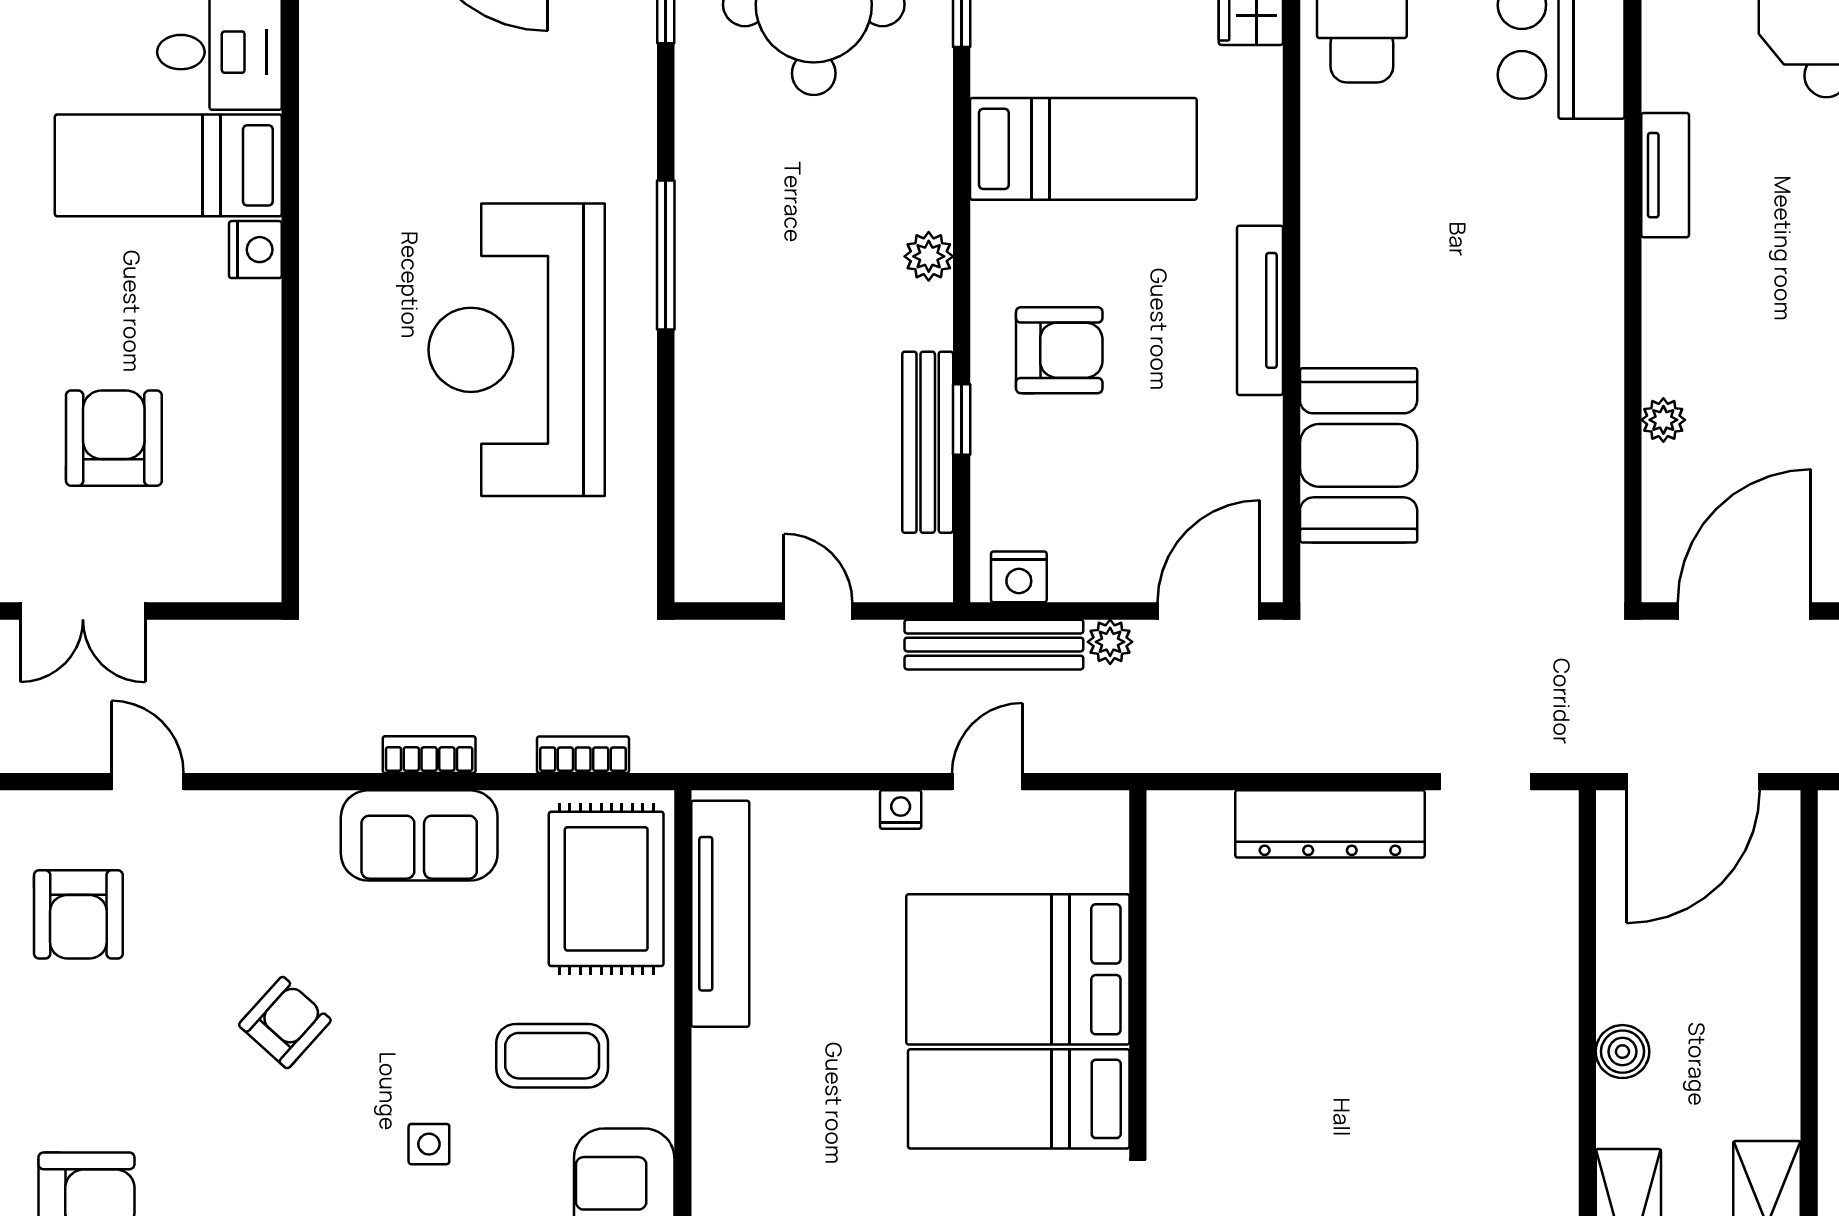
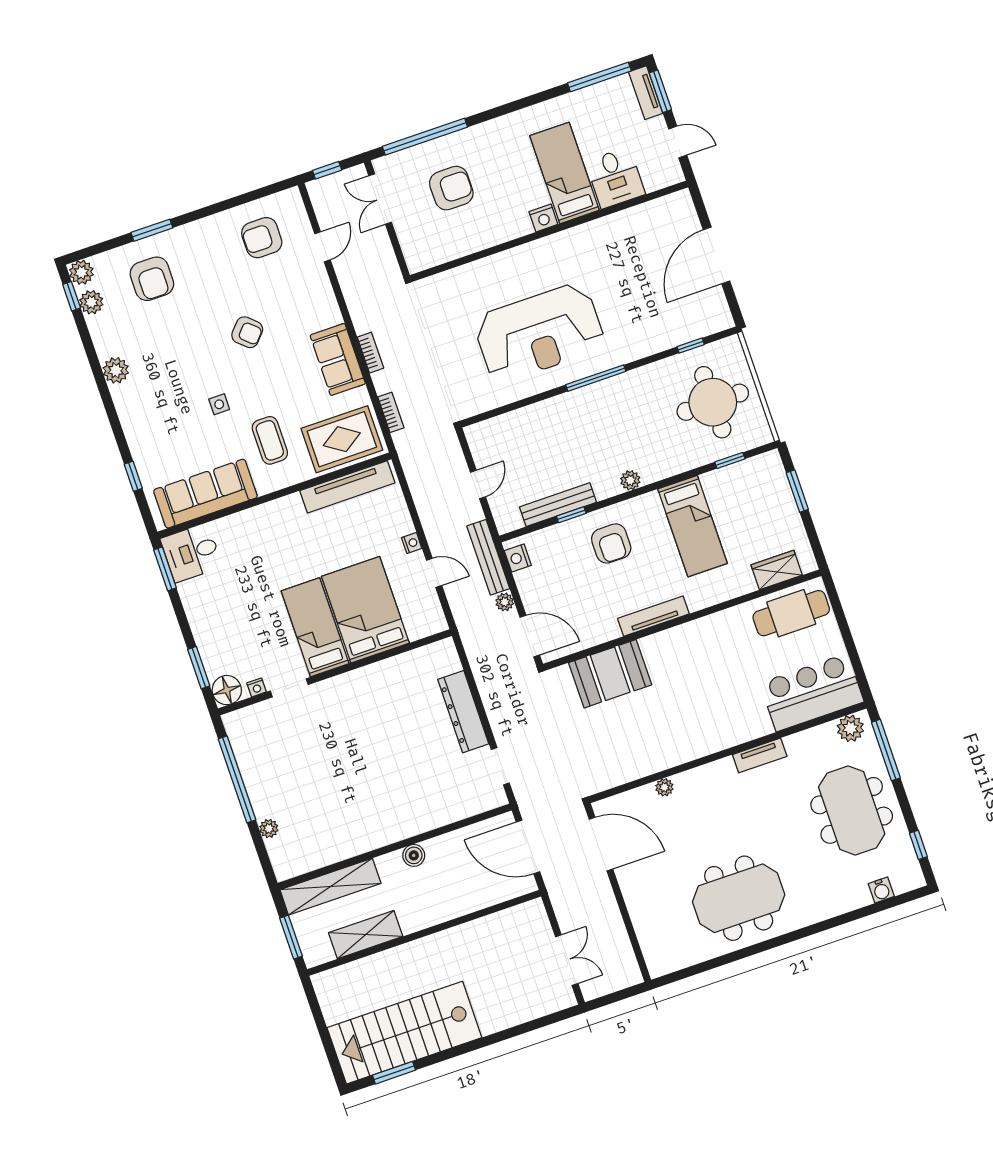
reception desk: (517, 350) -> (539, 333), turned 180

